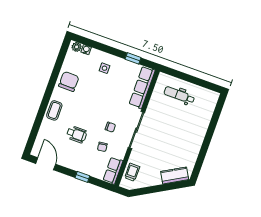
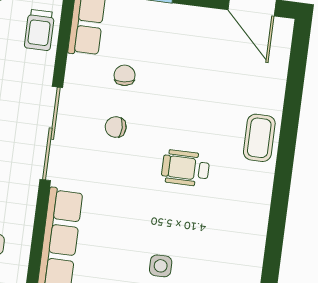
chair: (69, 81) -> (240, 215), removed
wheelchair: (77, 134) -> (185, 168), moved

